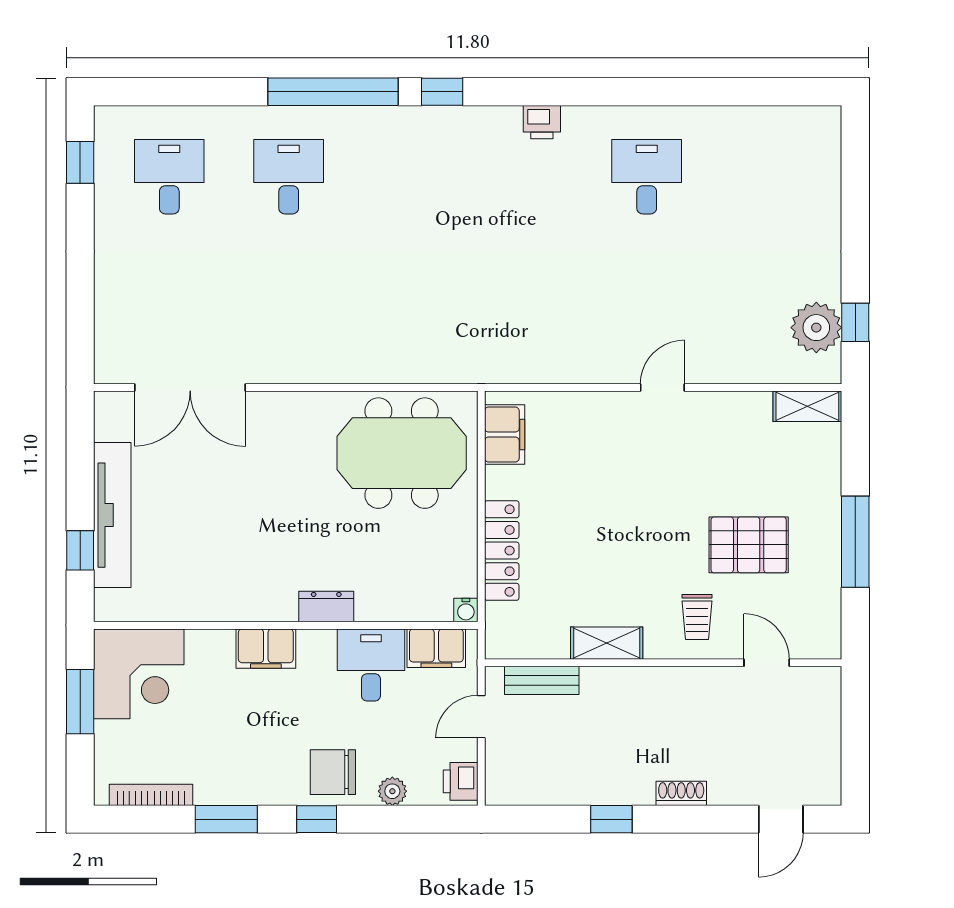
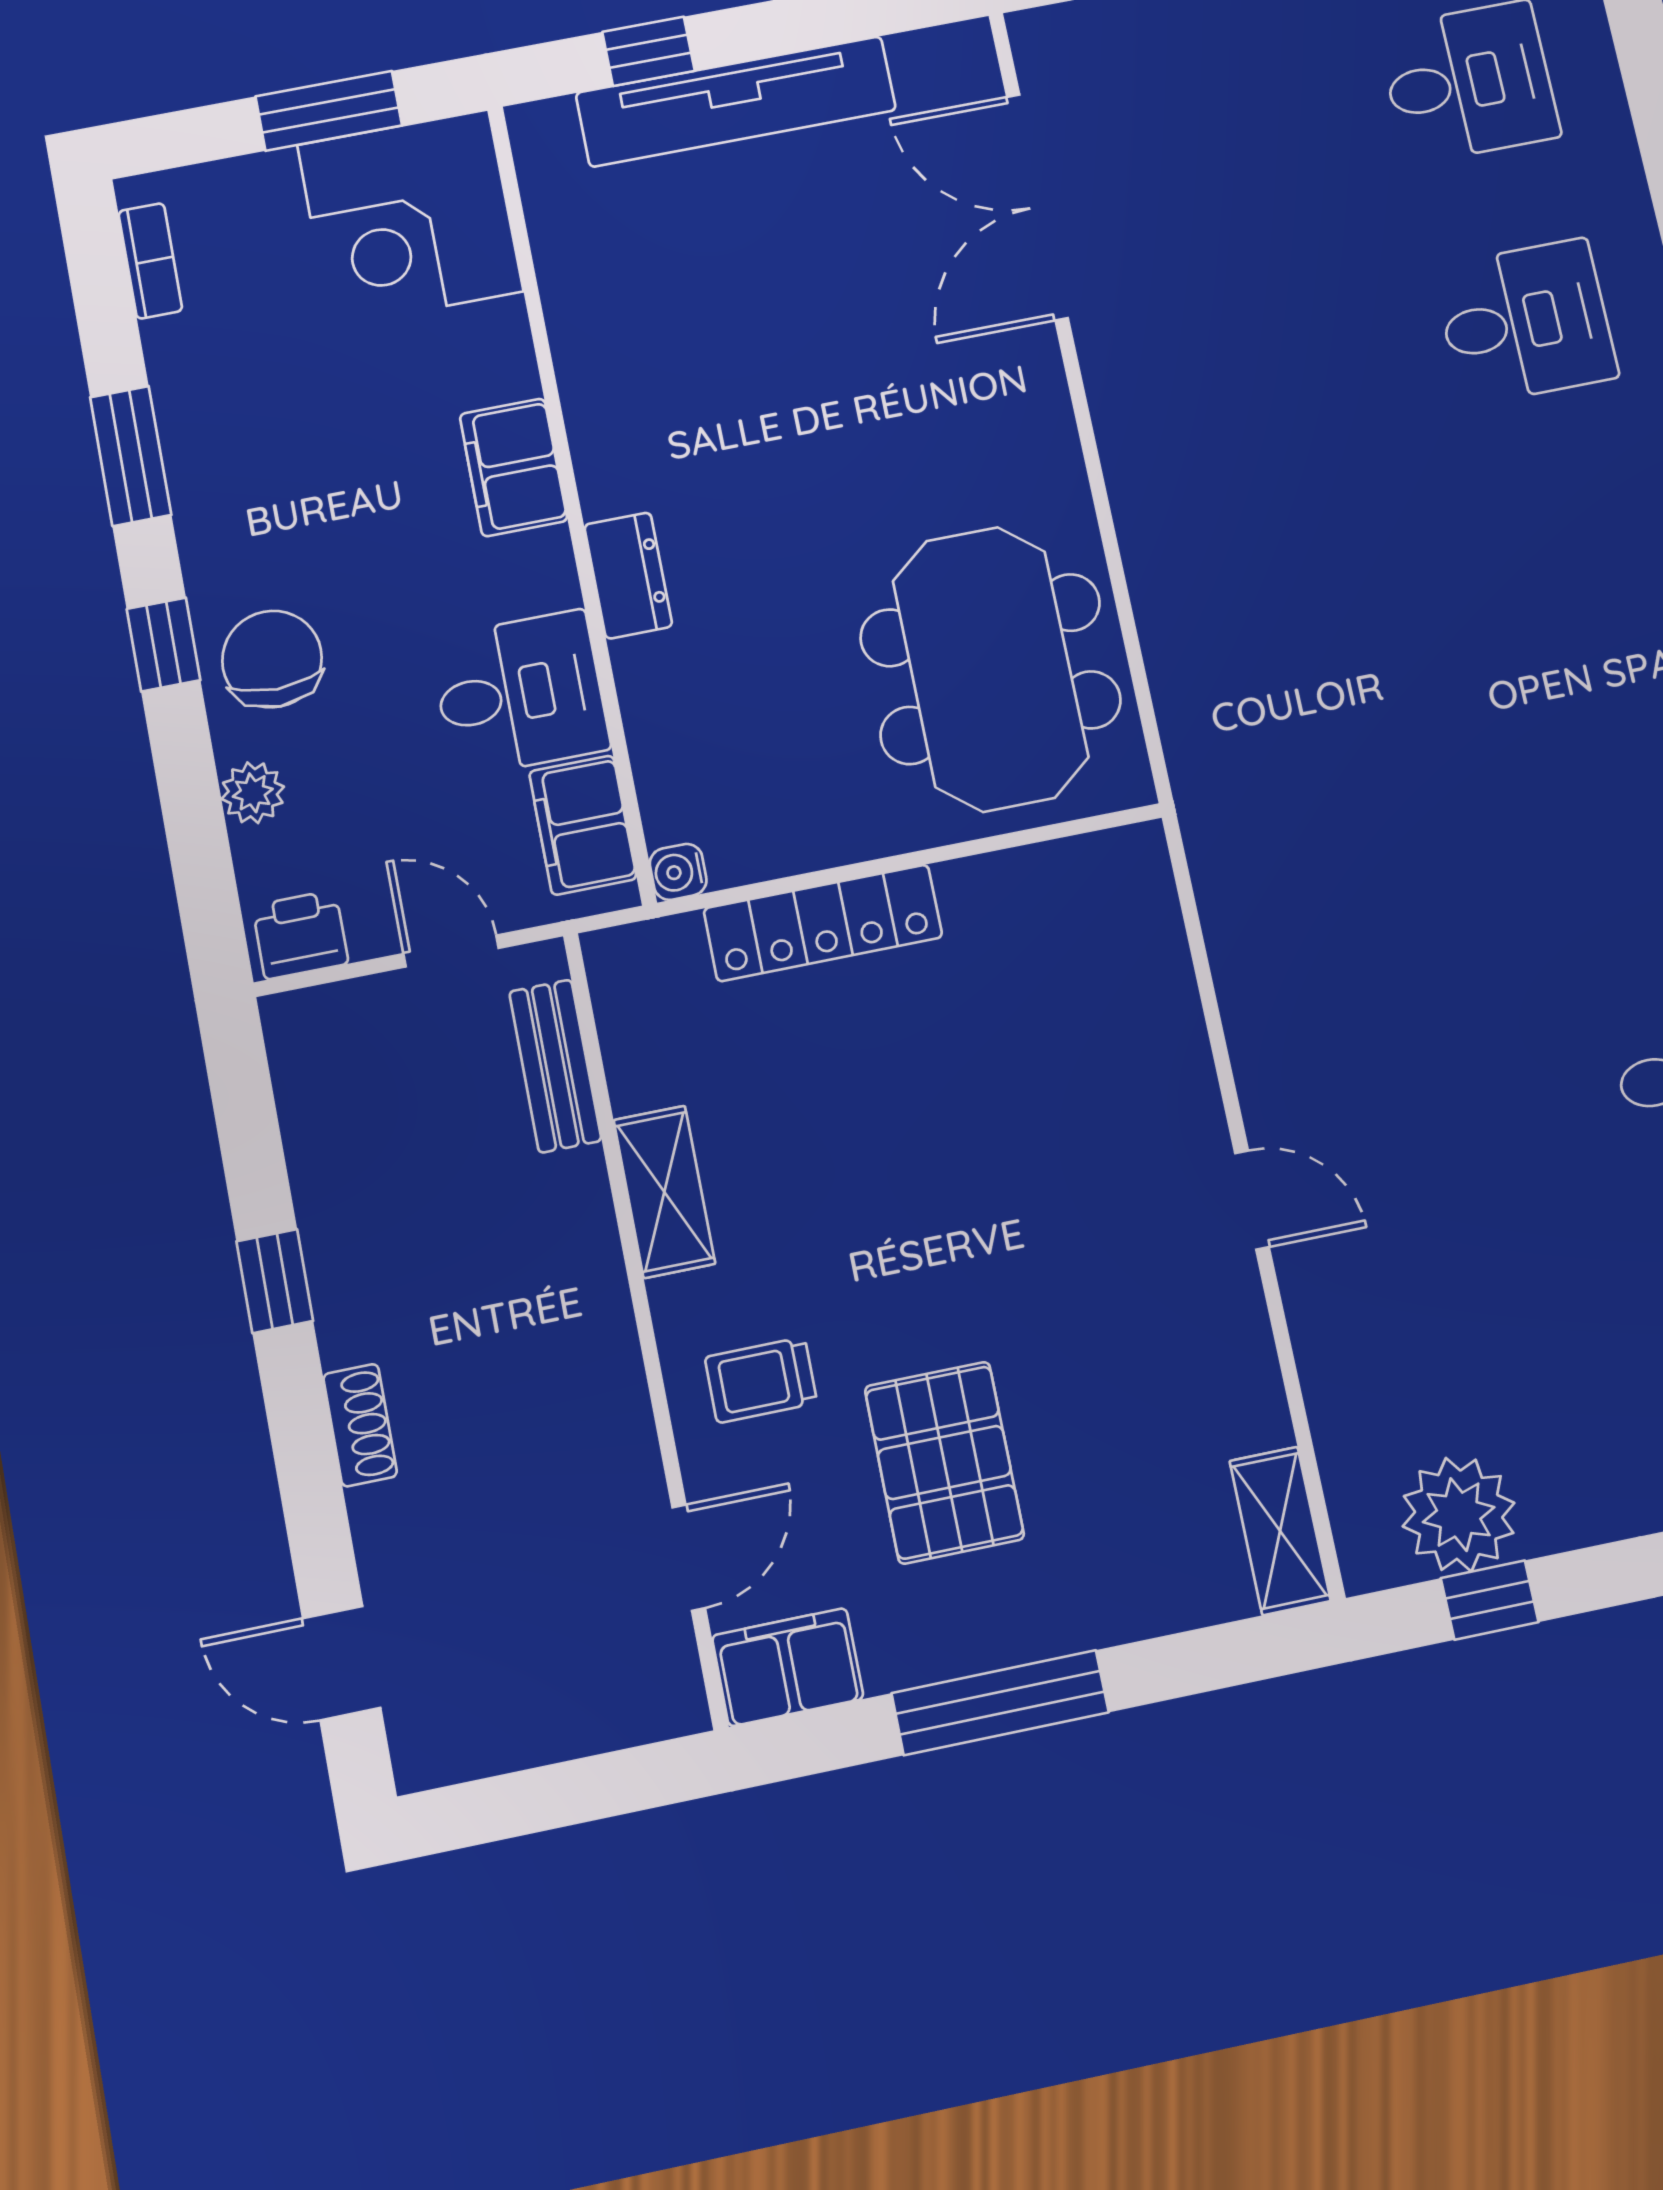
filing cabinet: (505, 435) -> (788, 1667), moved, turned 180
bookcase: (151, 795) -> (150, 261), width x0.64

